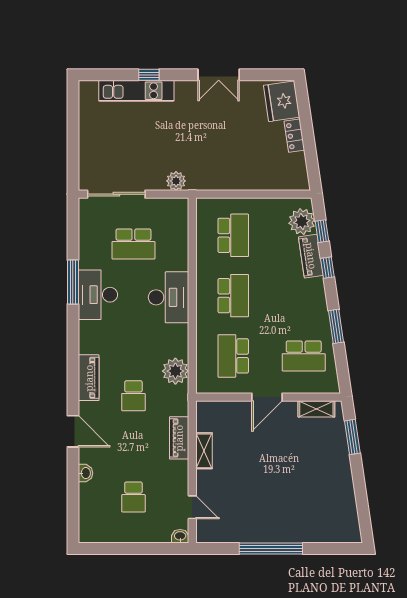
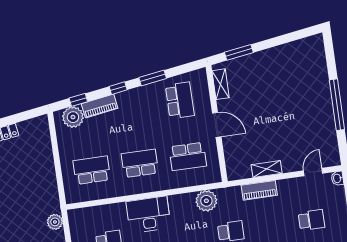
window: (327, 268) -> (118, 88), moved

